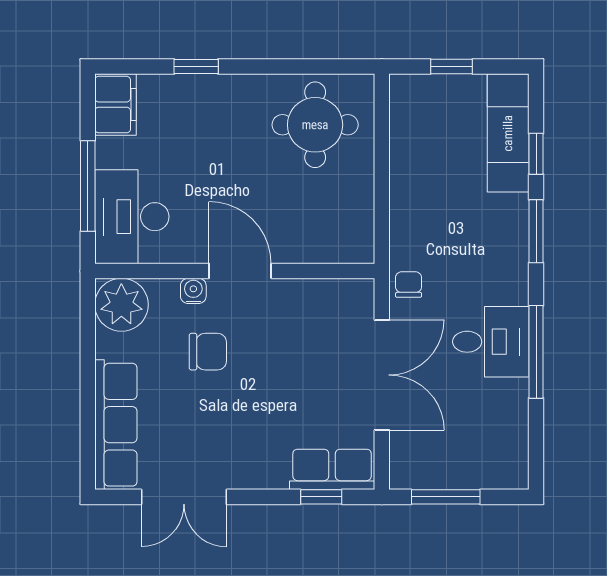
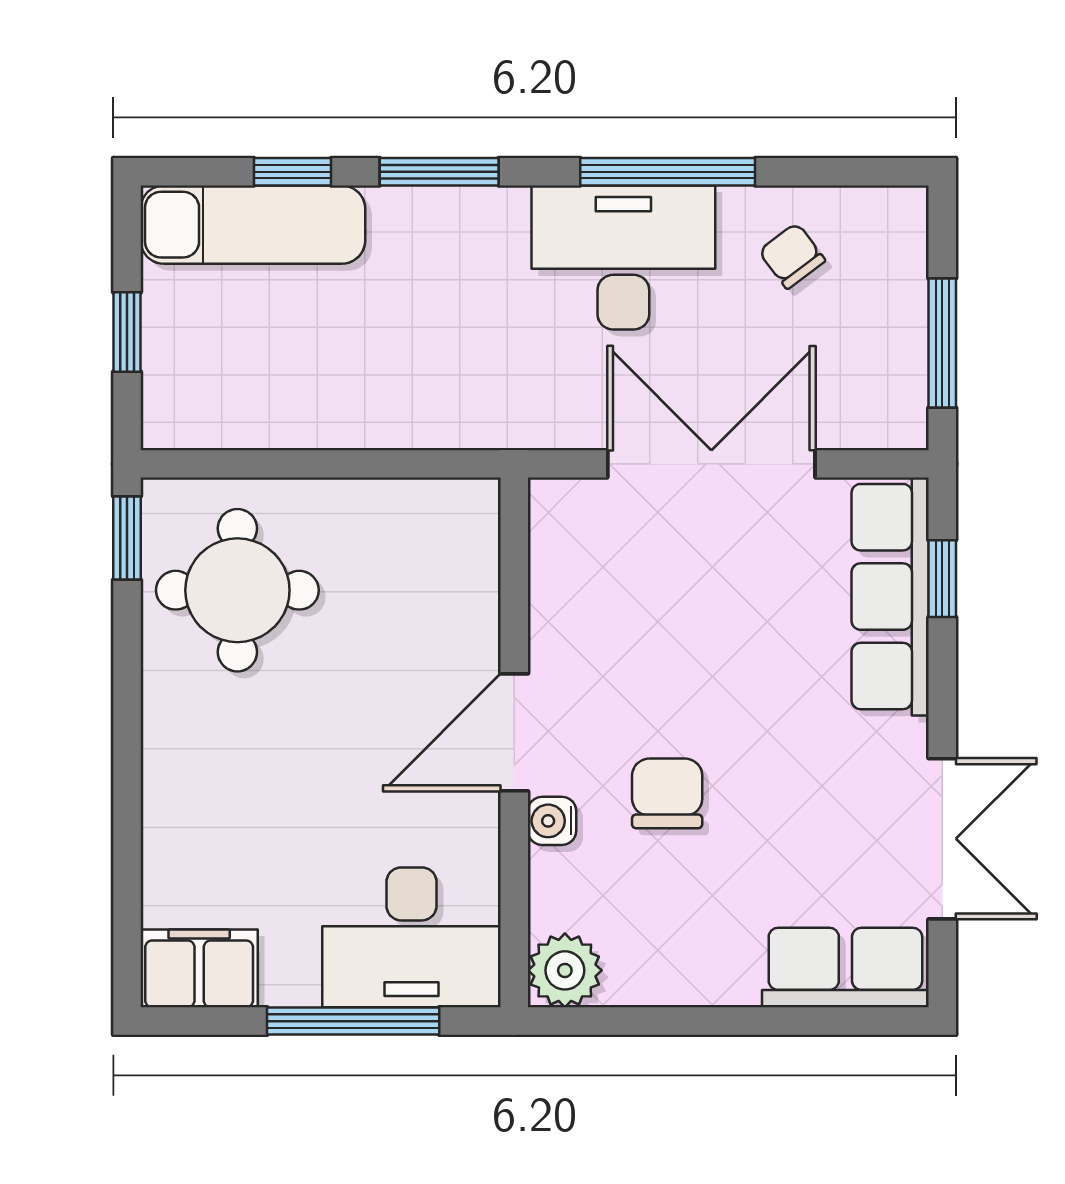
window: (196, 66) -> (127, 538), moved
chair: (409, 284) -> (792, 256), moved, turned 53
plant: (121, 305) -> (565, 970), width x0.73, depth x0.73
desk: (491, 342) -> (623, 257), width x1.37
row of seats: (116, 425) -> (845, 968), width x0.68
row of seats: (332, 469) -> (890, 597), width x1.48

